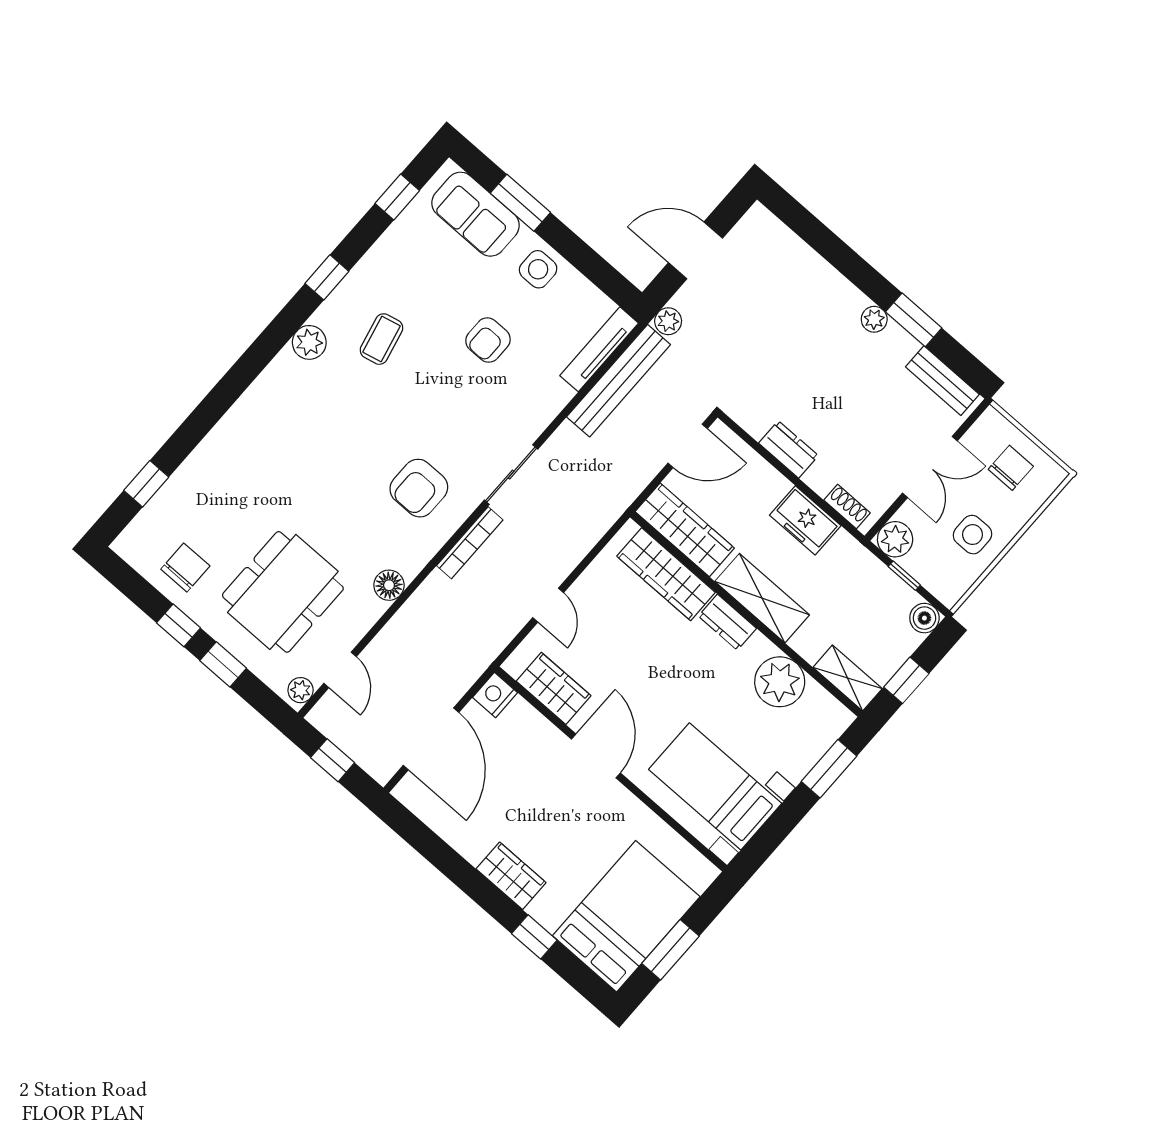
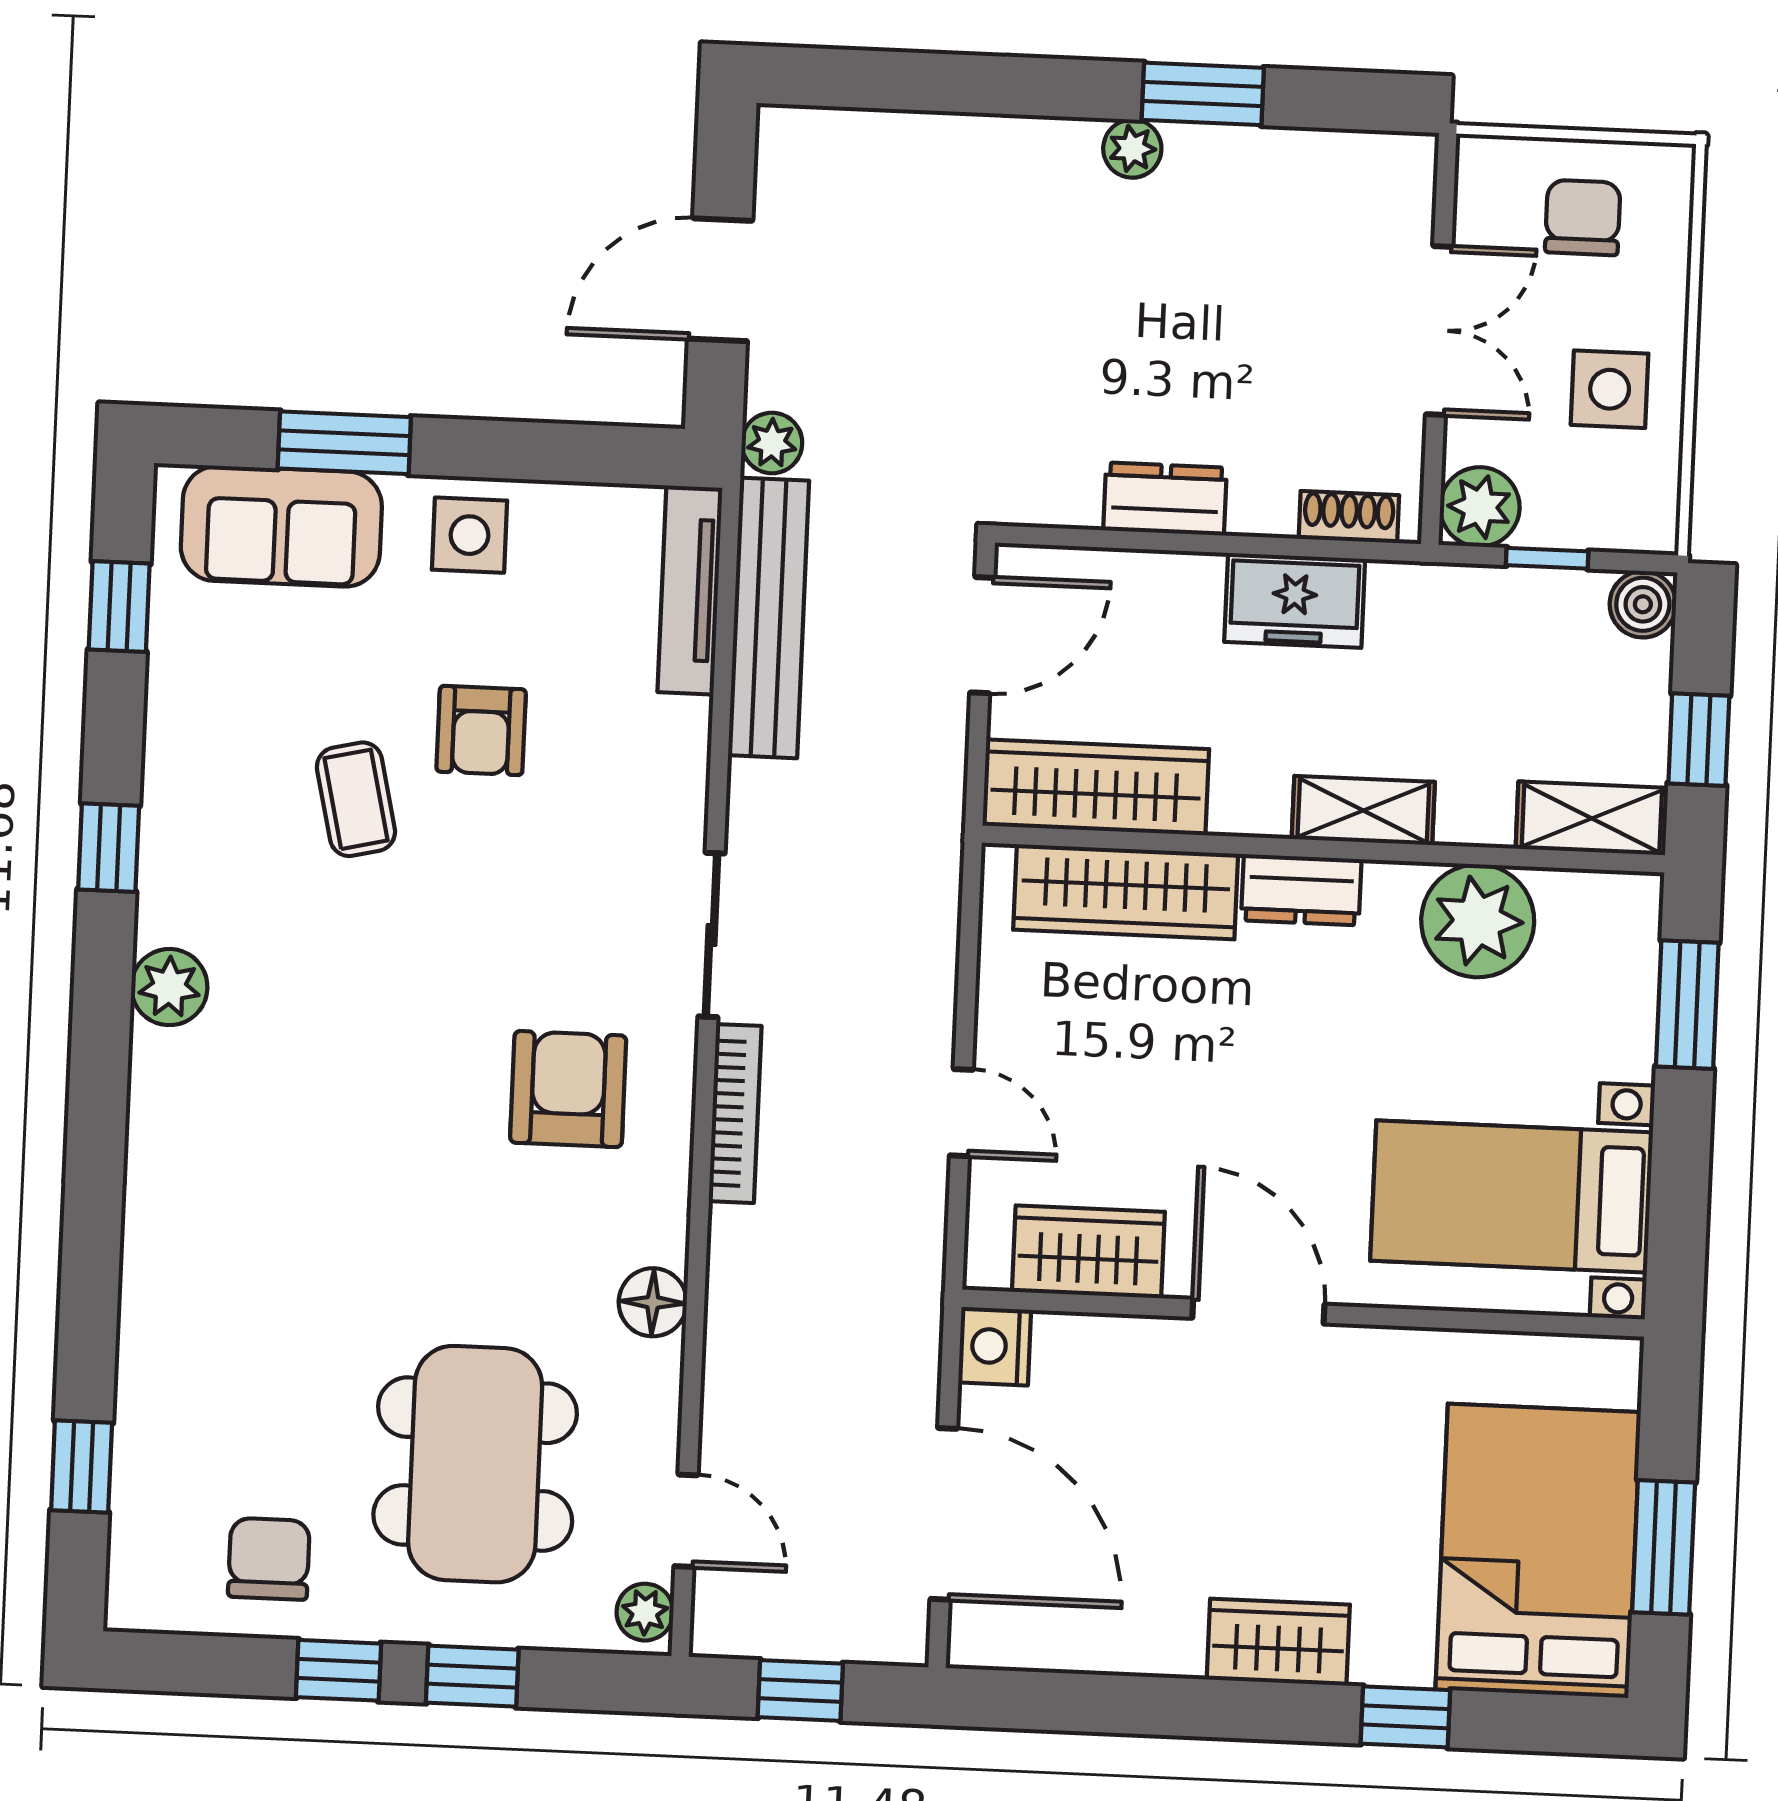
coffee table: (381, 339) -> (356, 799), moved
bench: (942, 381) -> (1339, 160), removed
armchair: (419, 488) -> (568, 1089), turned 180
shelving: (762, 598) -> (1363, 810), width x0.67, depth x0.75

